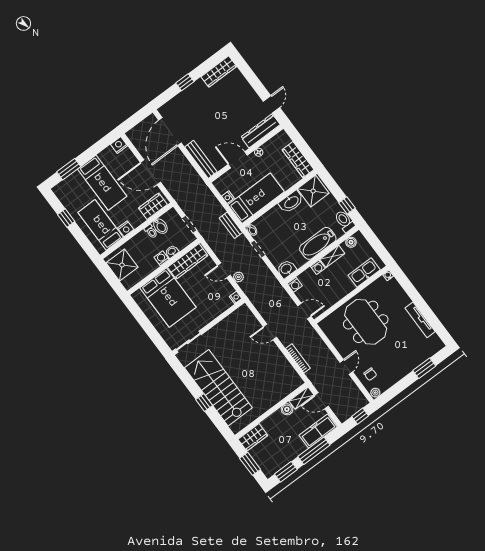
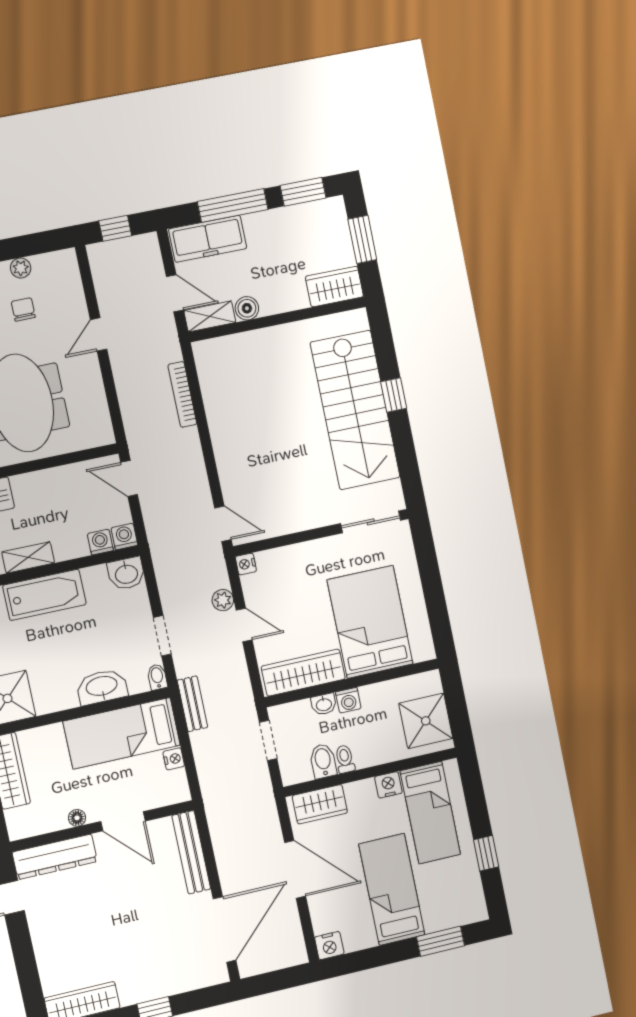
washbasin: (291, 202) -> (102, 687), moved
washing machine: (318, 267) -> (100, 542), moved
door: (270, 332) -> (223, 524), moved
chair: (370, 374) -> (23, 309), moved
plant: (375, 393) -> (21, 268), moved

